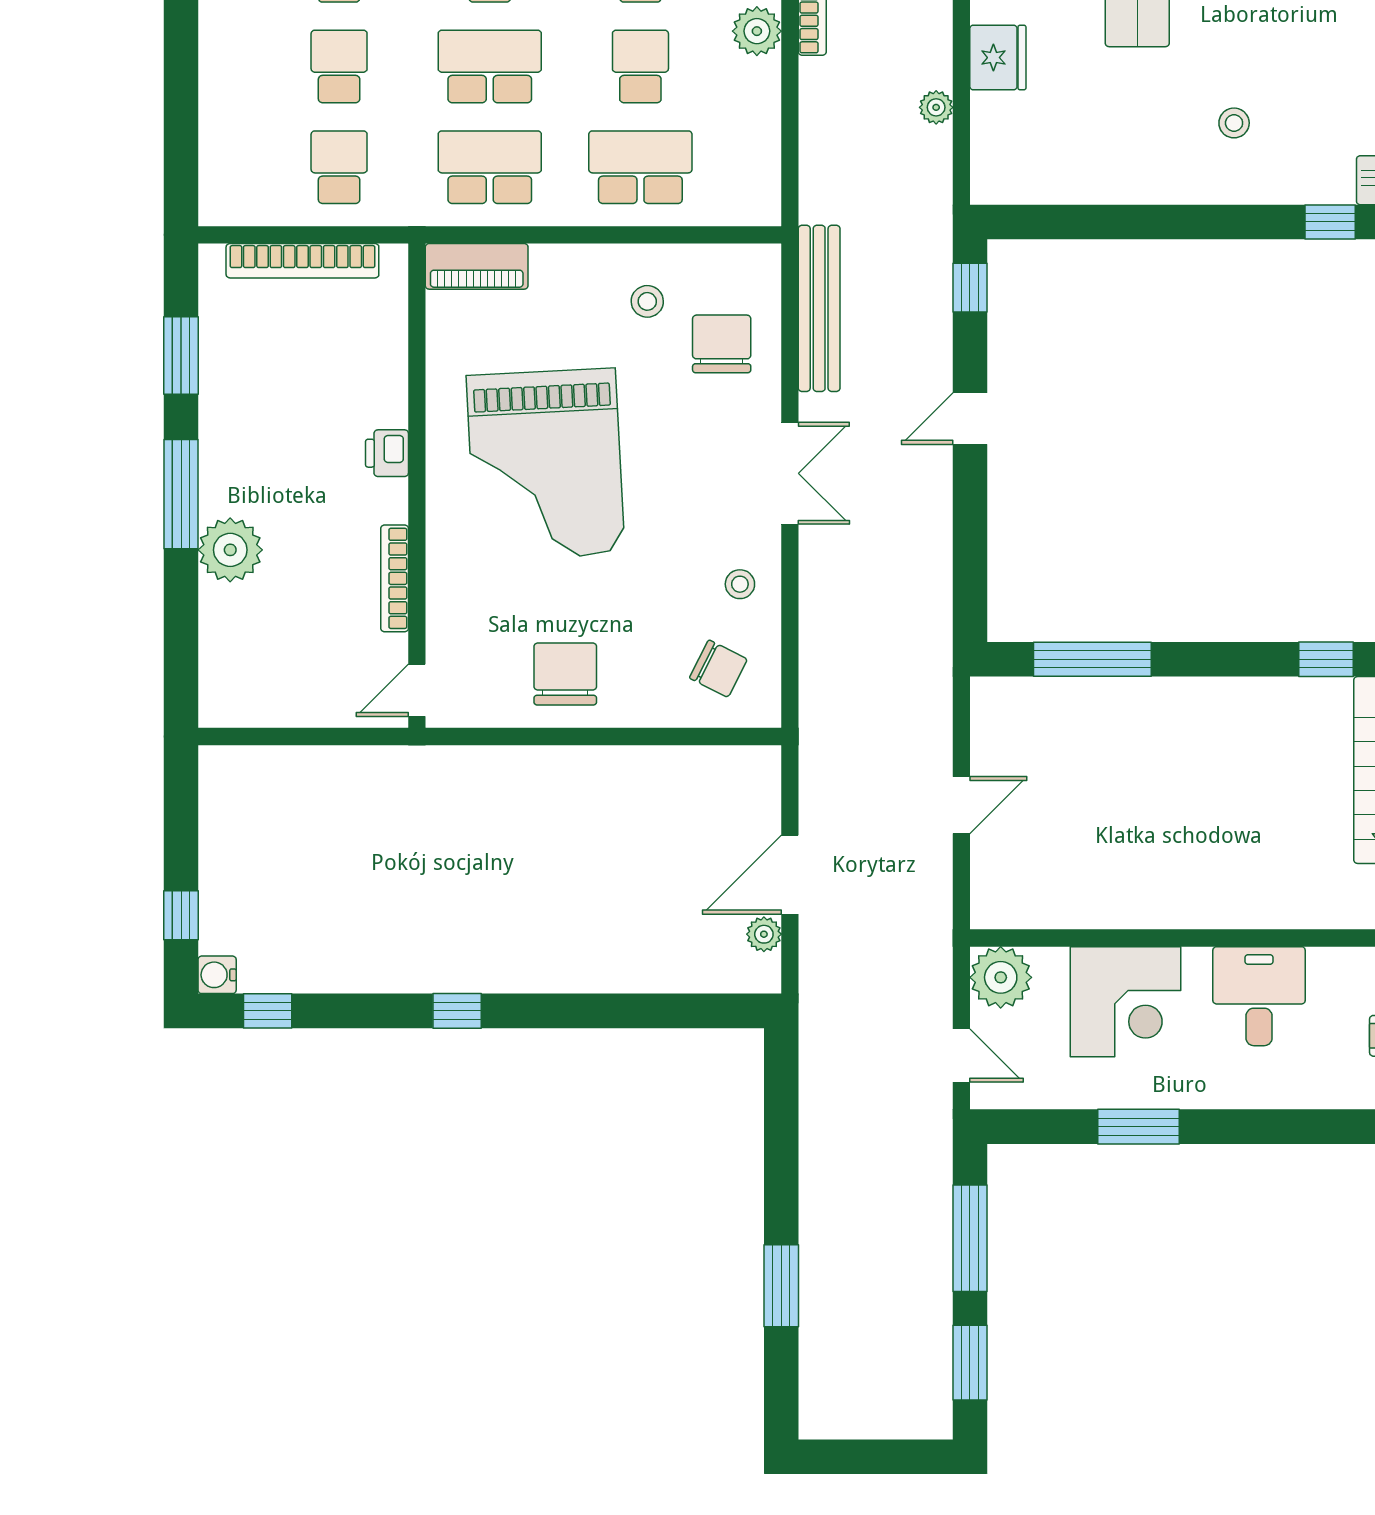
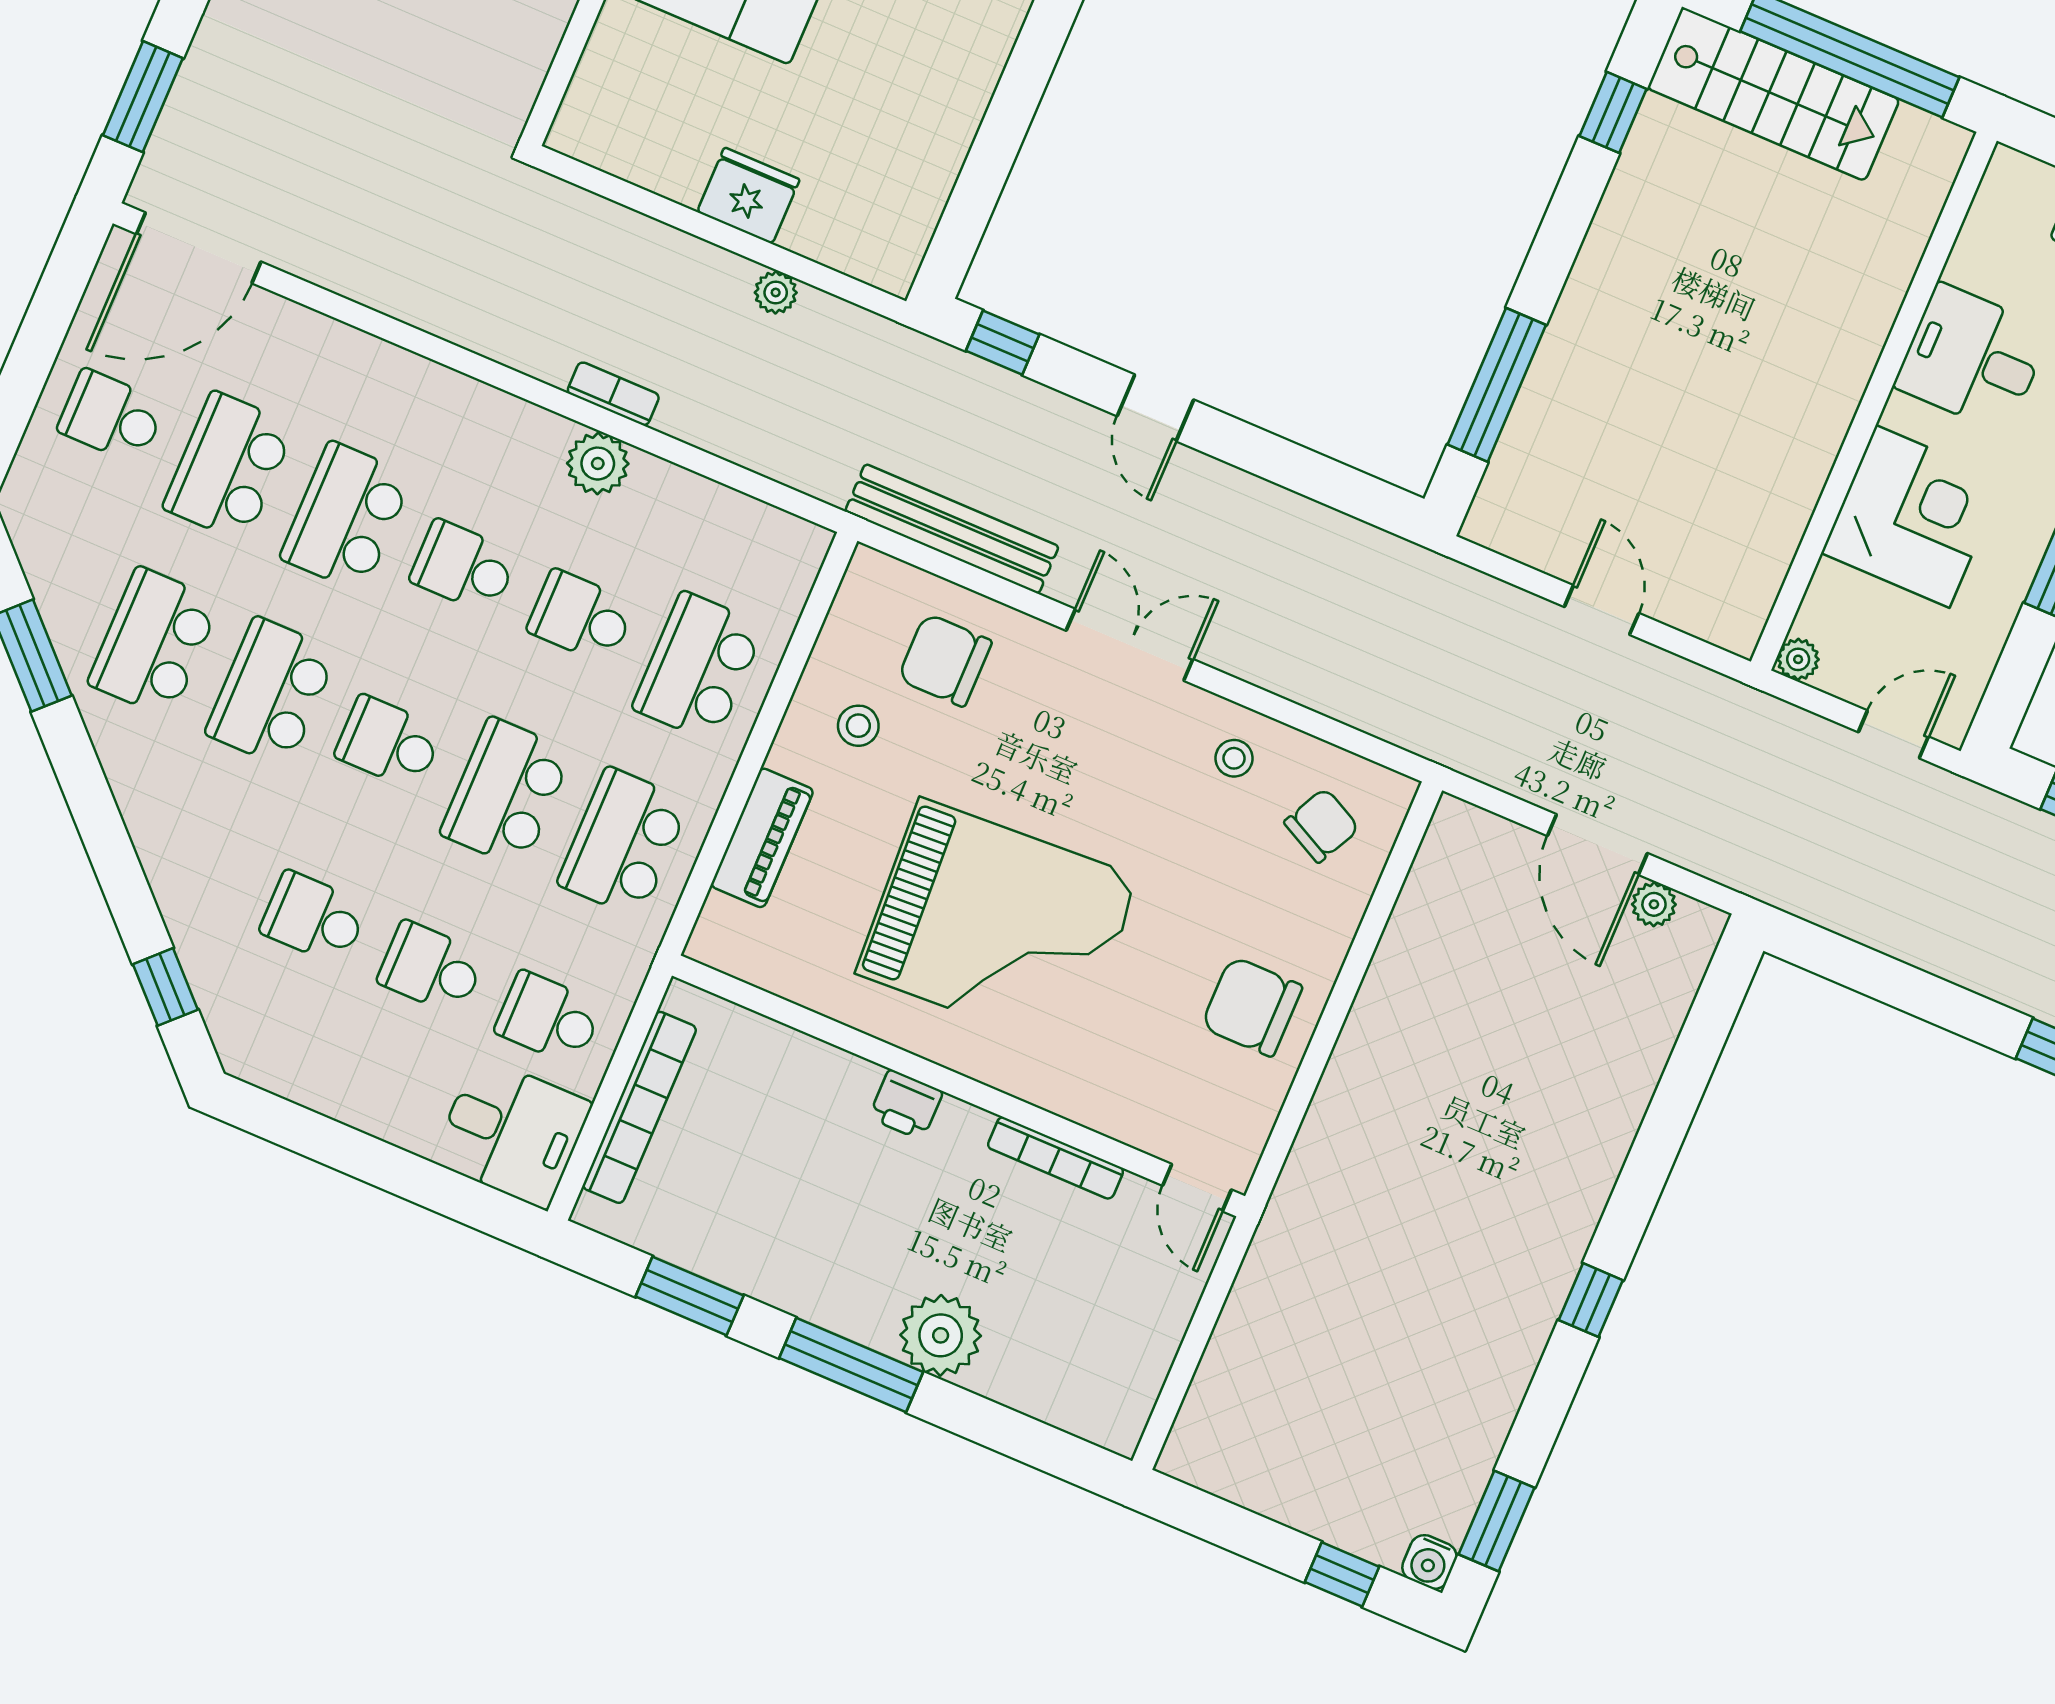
desk: (245, 176) -> (512, 1132), added
piano: (477, 266) -> (762, 838), moved
plant: (1001, 977) -> (1798, 659), width x0.53, depth x0.53
window: (268, 1011) -> (1497, 1521), width x1.50

